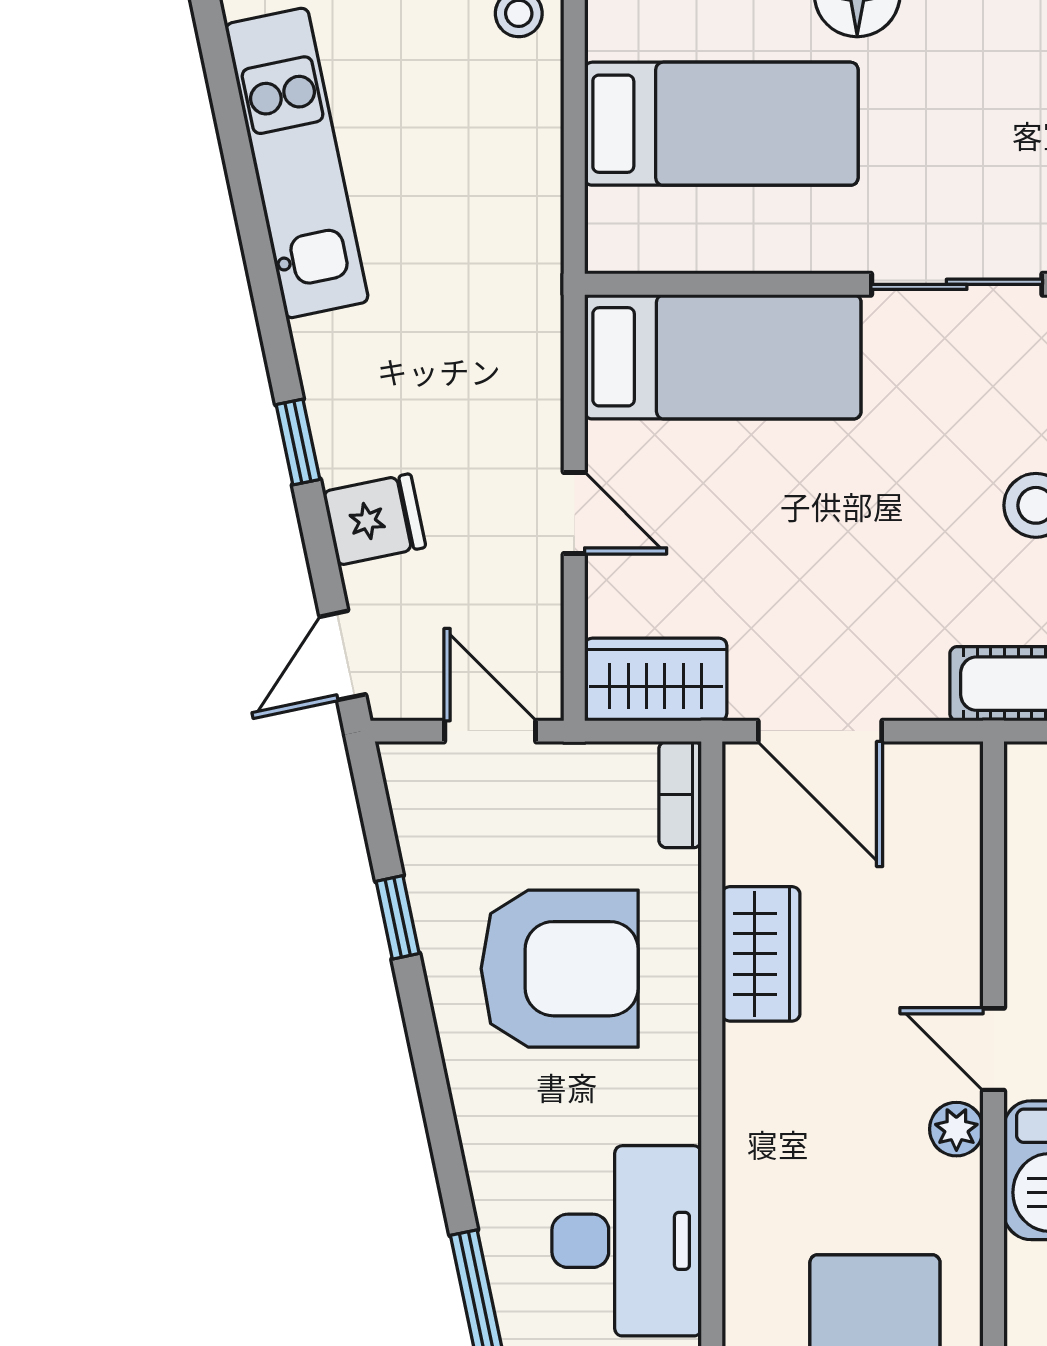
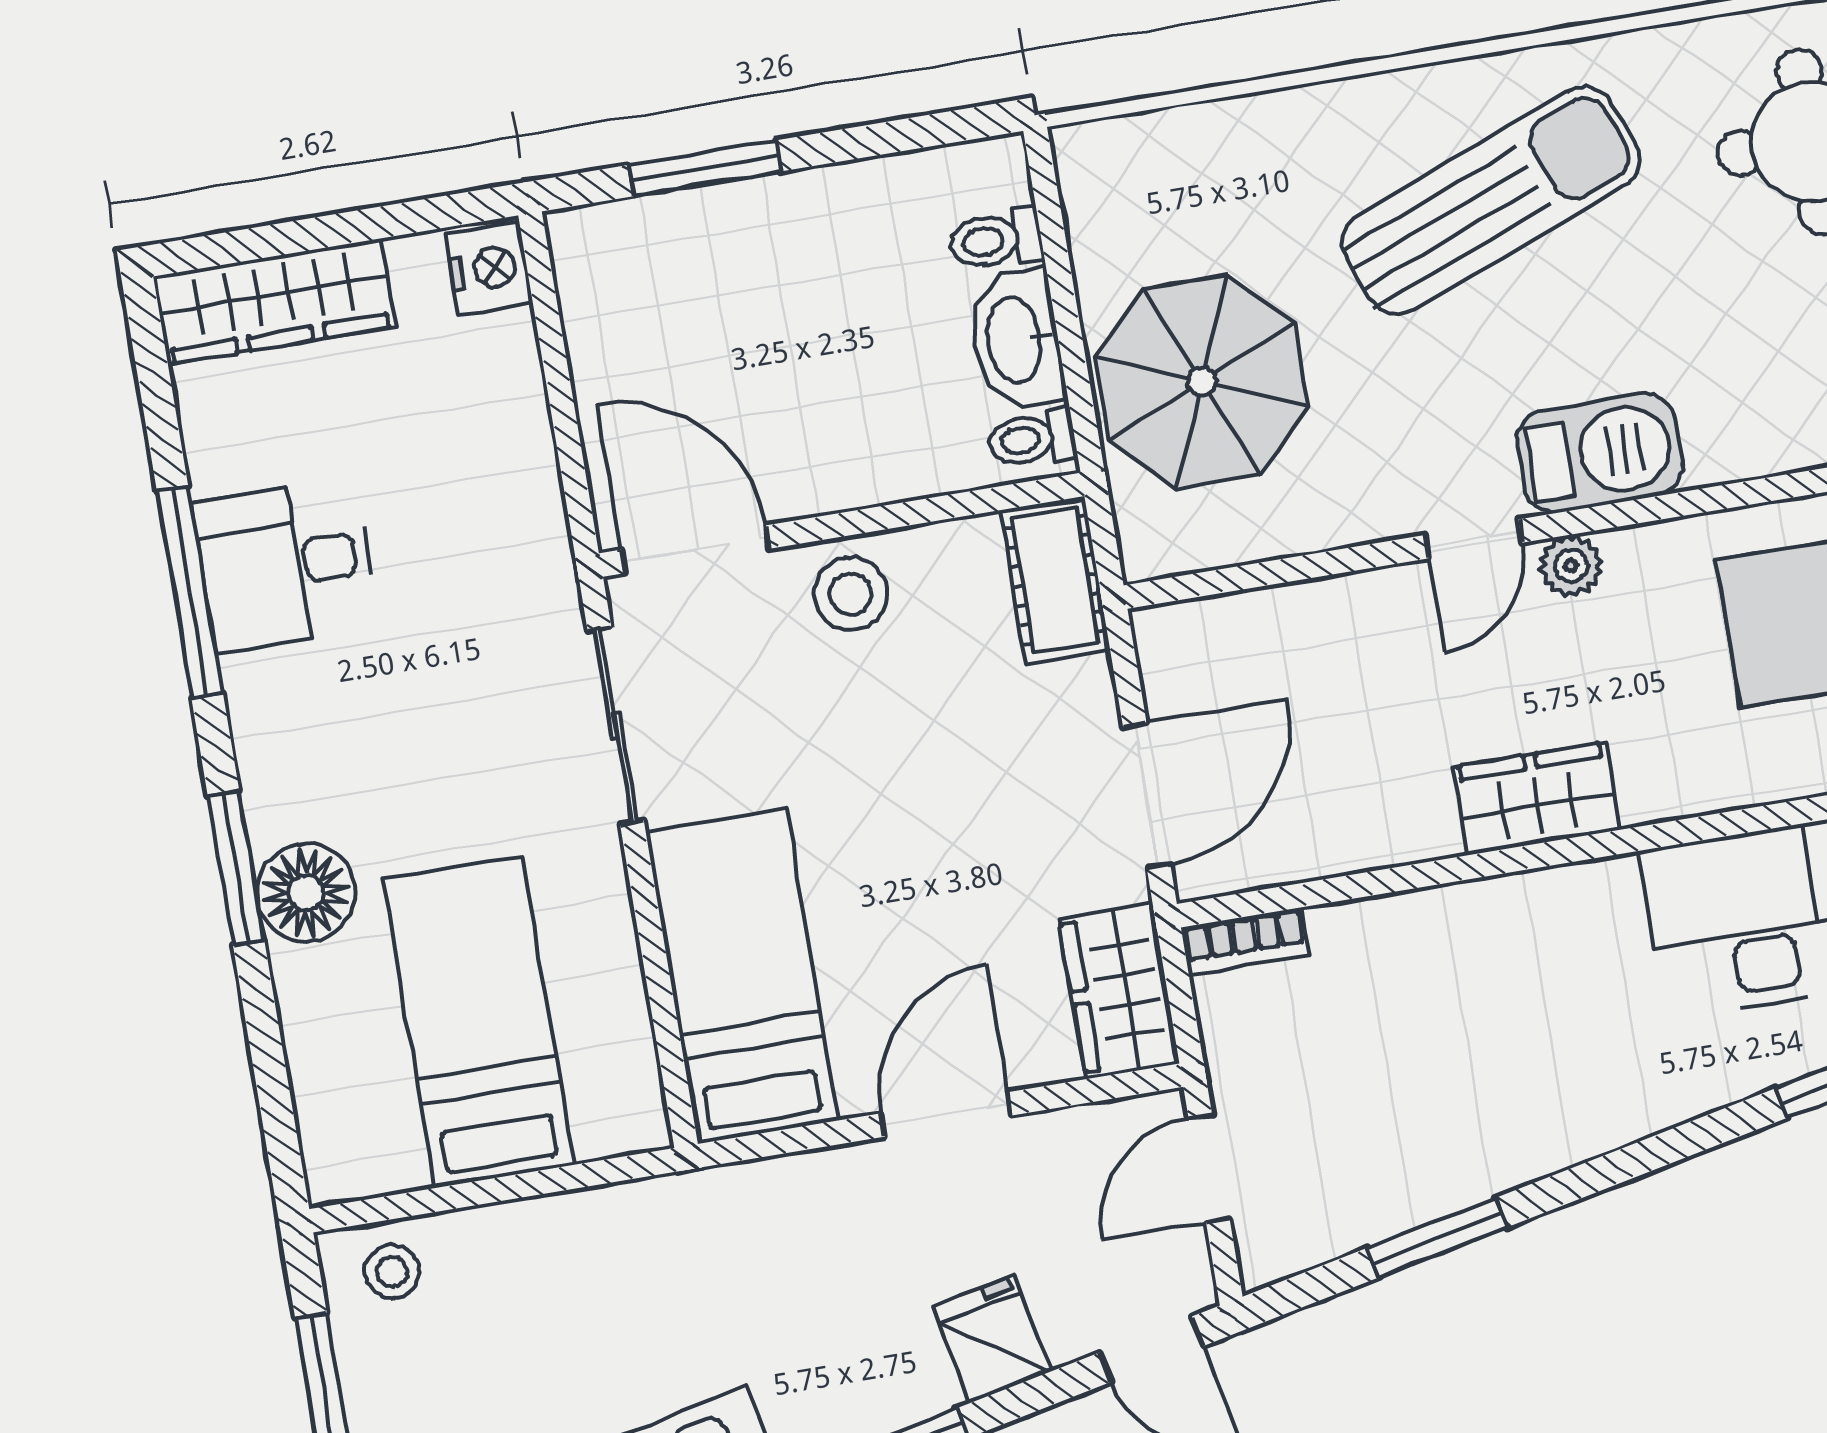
door: (574, 513) -> (947, 1114), width x1.38
window: (398, 917) -> (1437, 1238), width x1.50
wardrobe: (761, 954) -> (1536, 799), moved
armchair: (560, 969) -> (1465, 1045), removed

